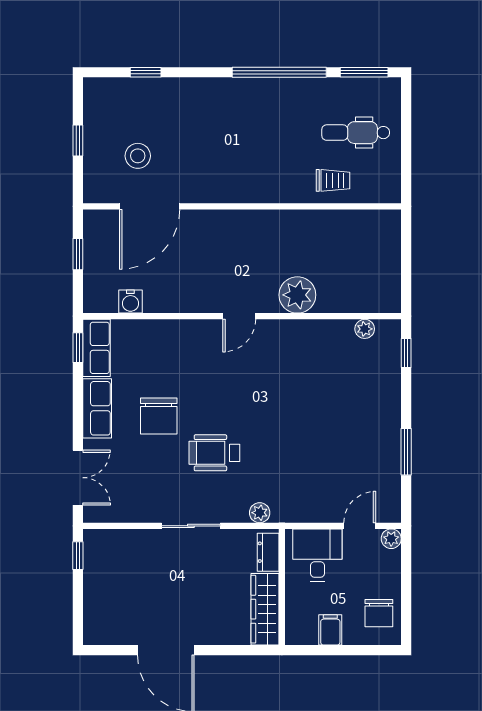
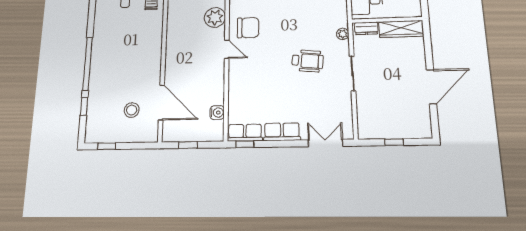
window: (279, 72) -> (88, 64), moved
window: (78, 140) -> (107, 146), moved
chair: (159, 416) -> (248, 28), moved
wheelchair: (214, 453) -> (308, 61), turned -84
window: (78, 556) -> (394, 142), moved

